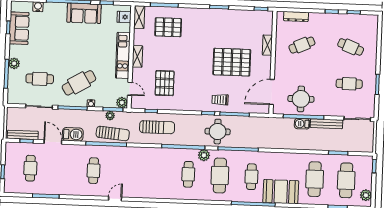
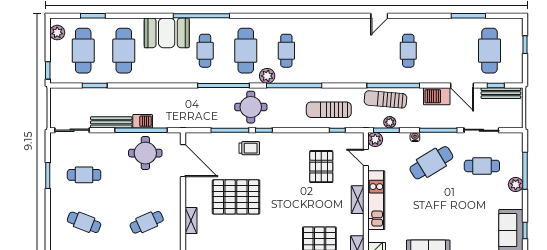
door: (272, 92) -> (183, 161), hinge flipped
cafe table: (30, 168) -> (490, 51), width x1.37, depth x1.35

